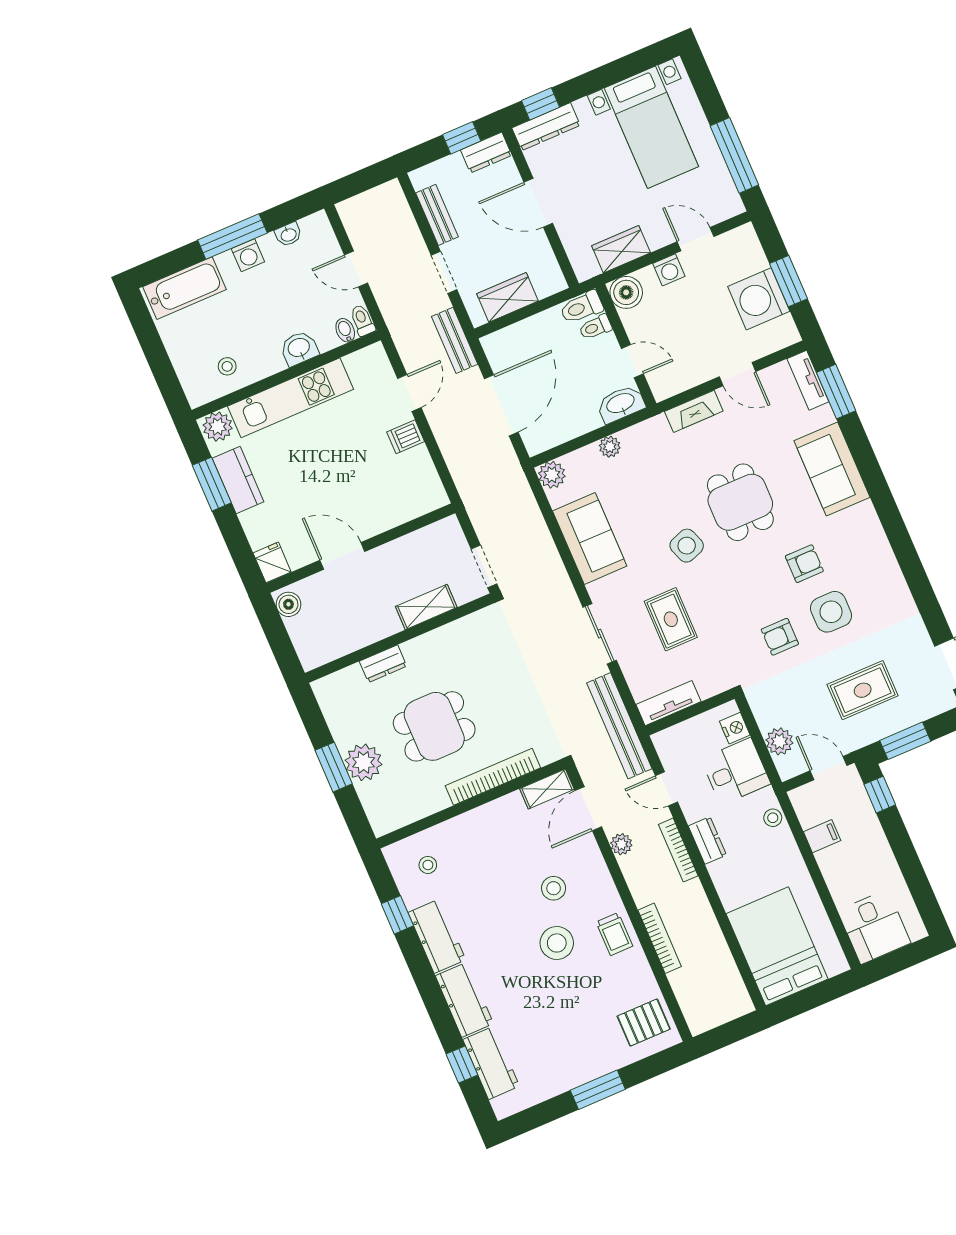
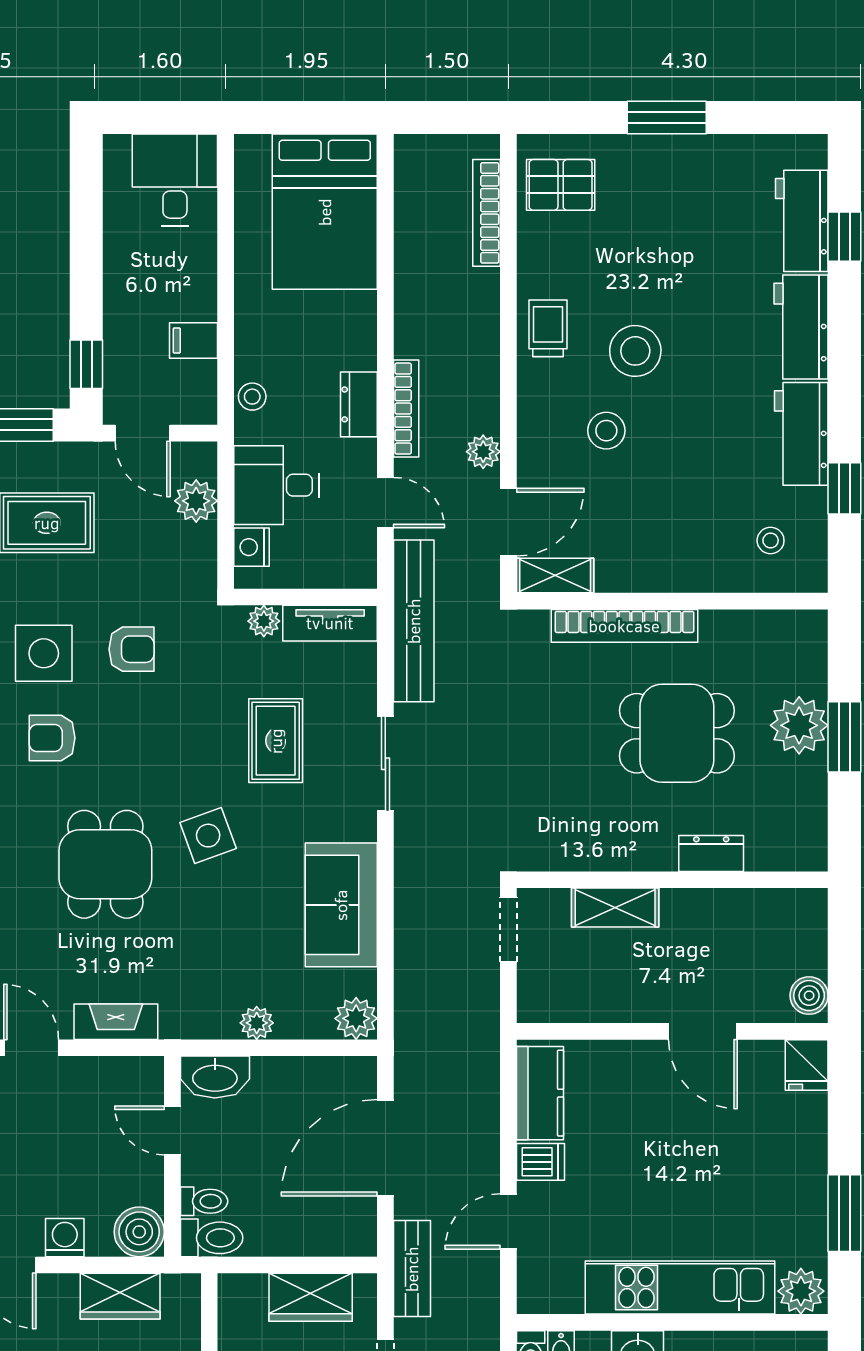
kitchen counter: (238, 480) -> (540, 1093), moved, turned 180
plant: (708, 687) -> (264, 621), added
bookcase: (660, 938) -> (486, 213), moved

